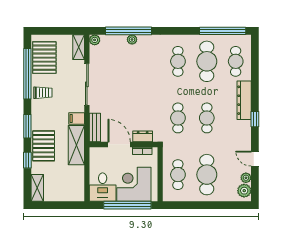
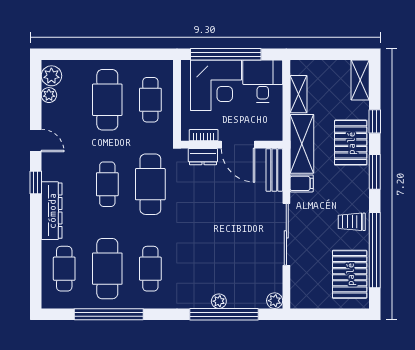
window: (223, 31) -> (109, 314), moved
shelving: (79, 47) -> (298, 94), moved
cafe table: (178, 118) -> (150, 184), width x1.37, depth x1.35
door: (255, 159) -> (36, 140), moved

